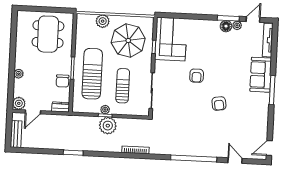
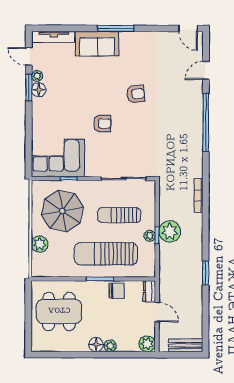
floor lamp: (20, 62) -> (96, 345), added
door: (33, 112) -> (157, 312), moved

